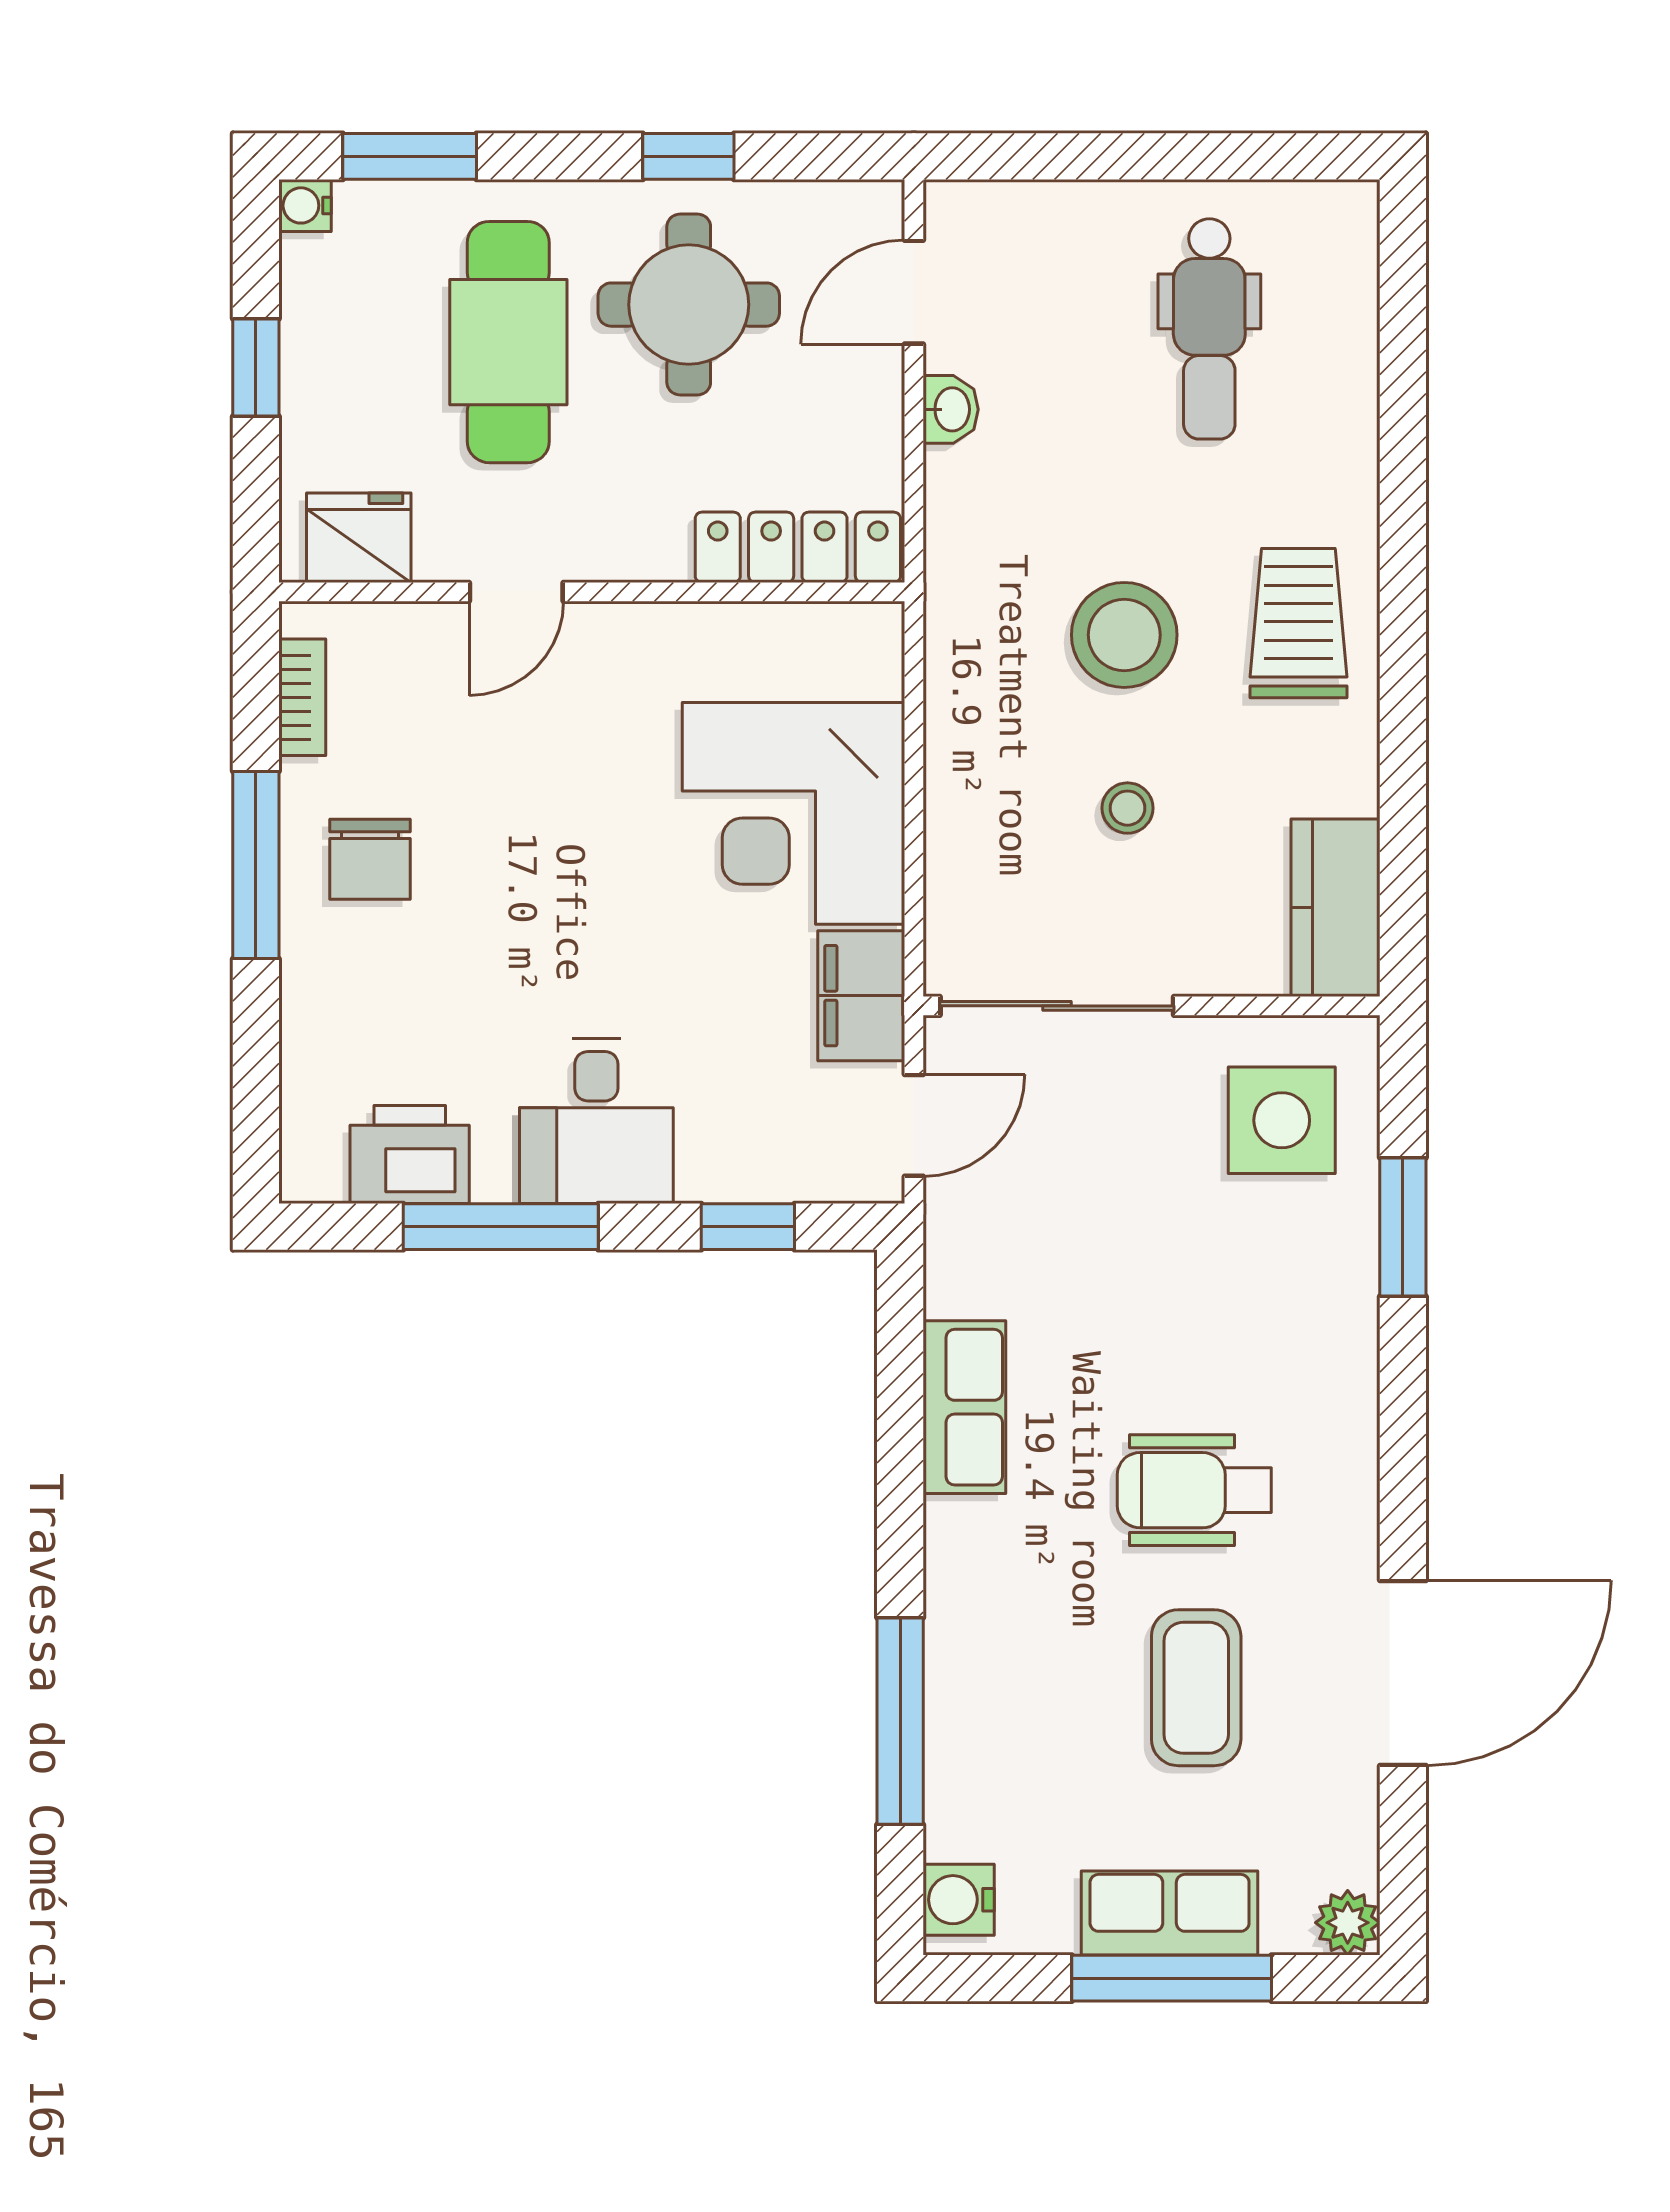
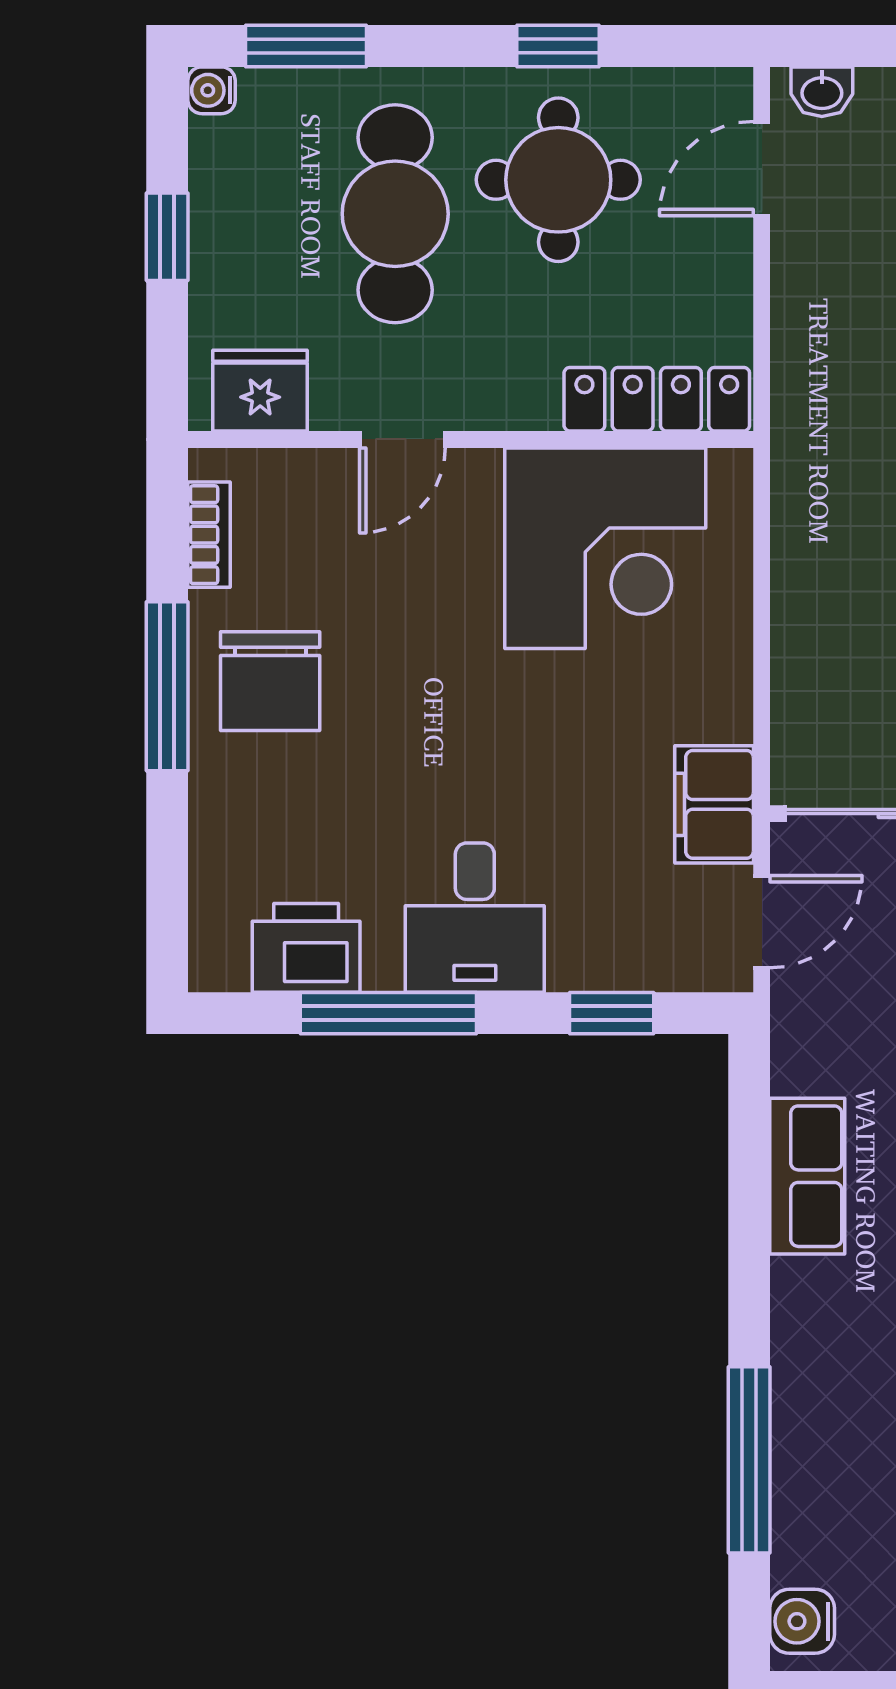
washbasin: (951, 409) -> (822, 92), moved, turned 90
corner desk: (794, 813) -> (605, 548), moved, turned -90
chair: (370, 859) -> (270, 681), width x1.37, depth x1.37

